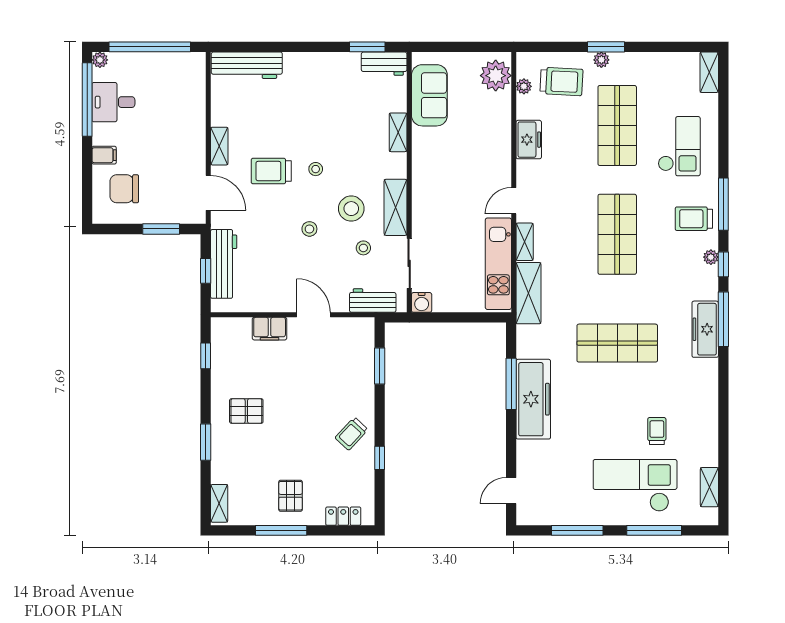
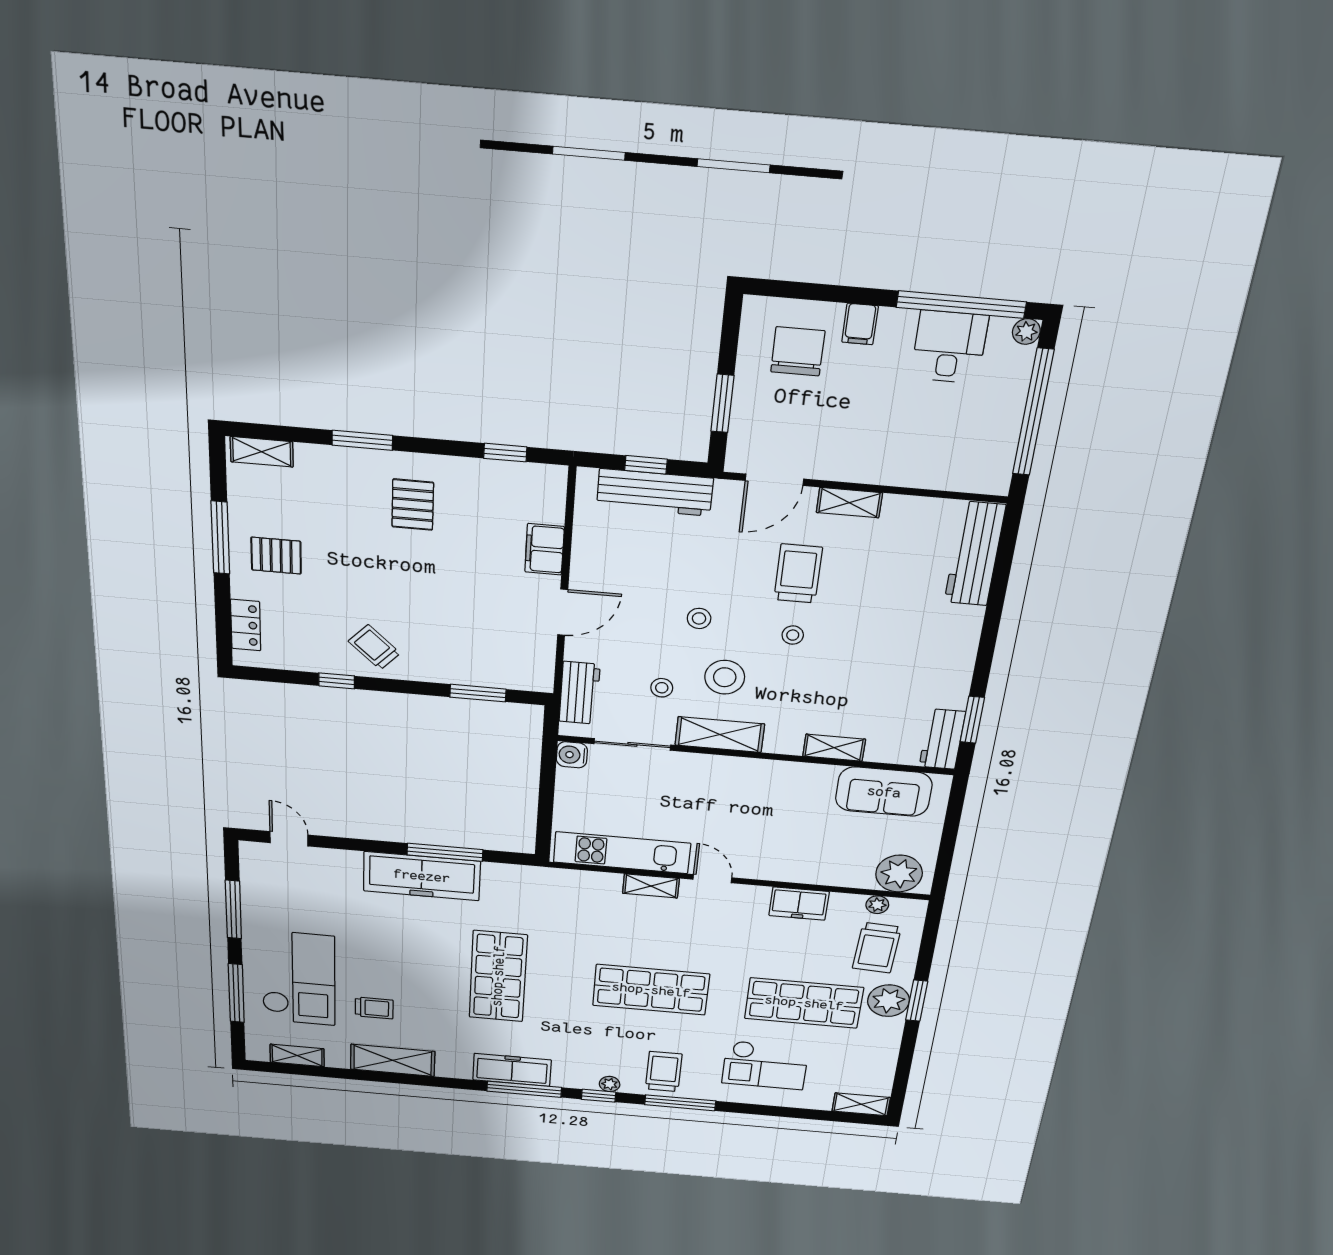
plant: (601, 60) -> (888, 1001), width x1.88, depth x1.88
shelving: (528, 293) -> (393, 1060), moved

